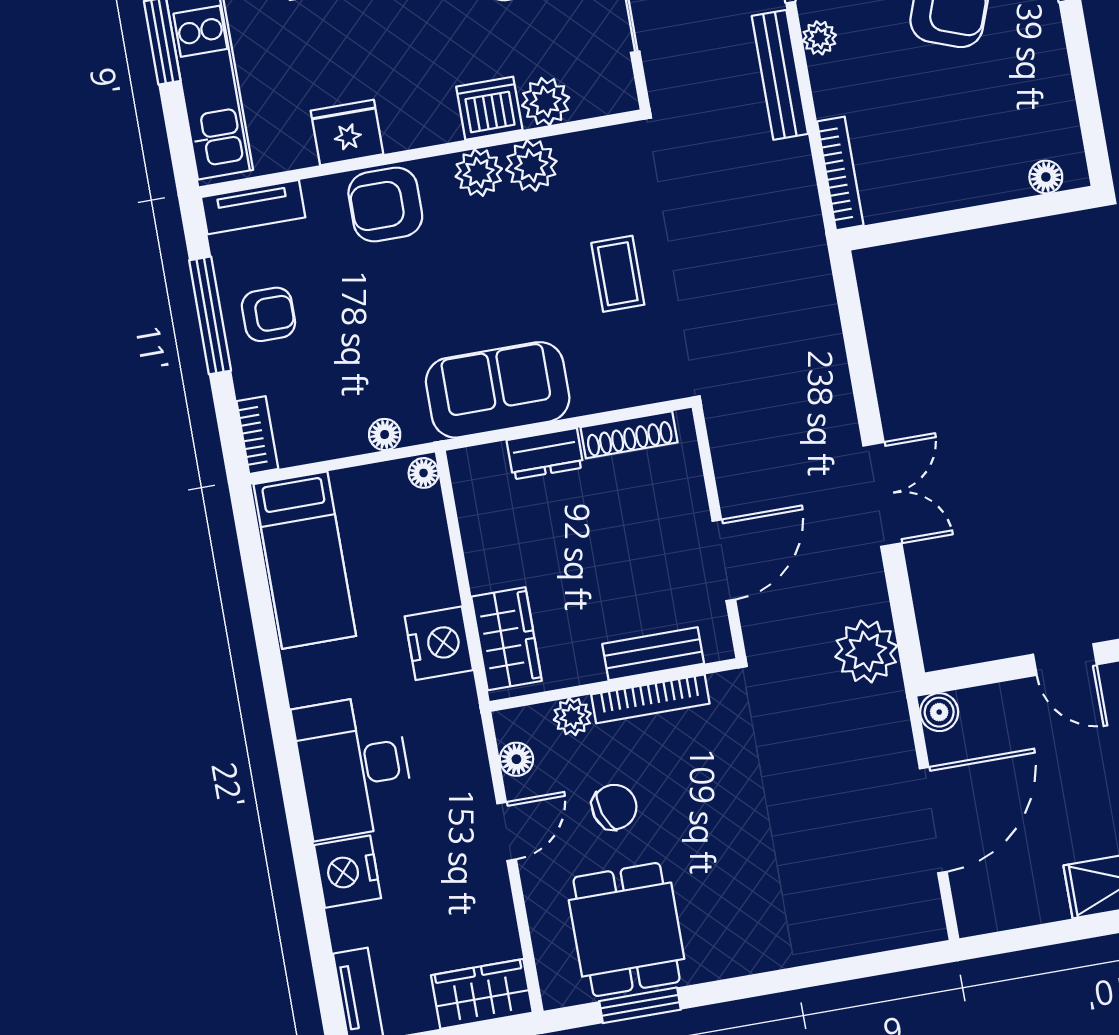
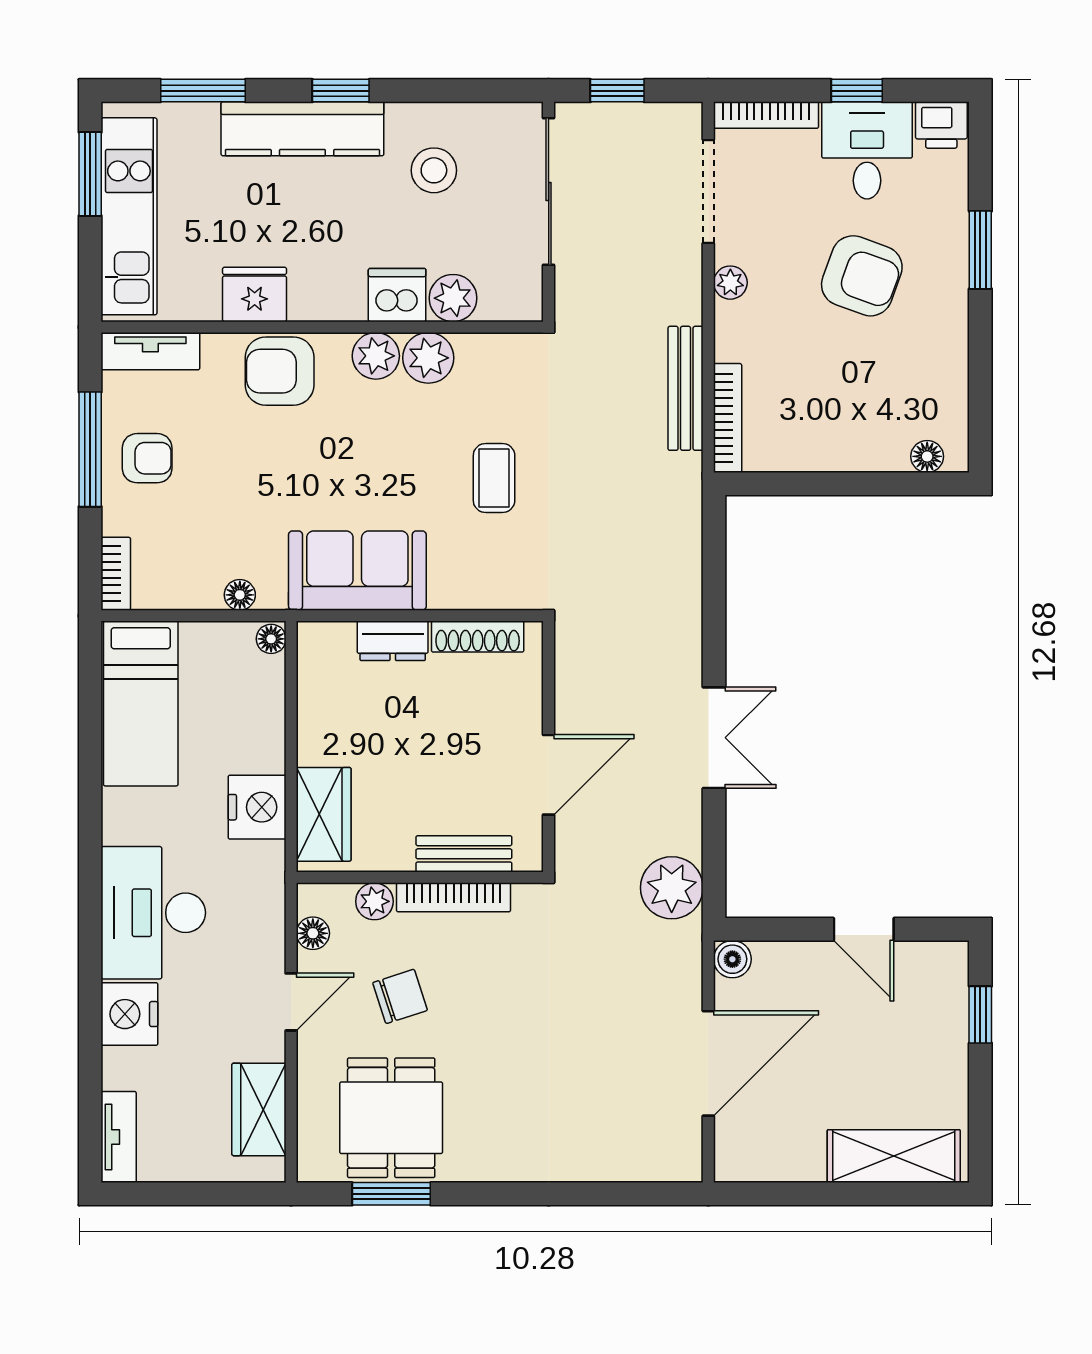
bench: (780, 75) -> (686, 388), moved
wardrobe: (482, 994) -> (259, 1109), moved, turned -90

